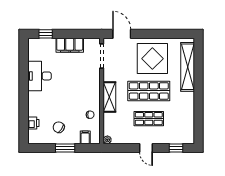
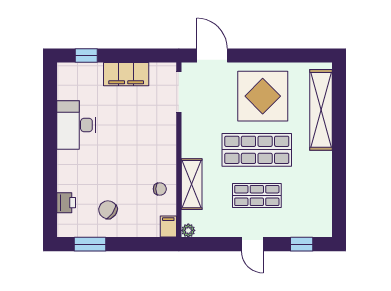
shelving: (109, 97) -> (192, 184), moved
filing cabinet: (85, 137) -> (168, 227), moved
window: (65, 148) -> (90, 244), moved

